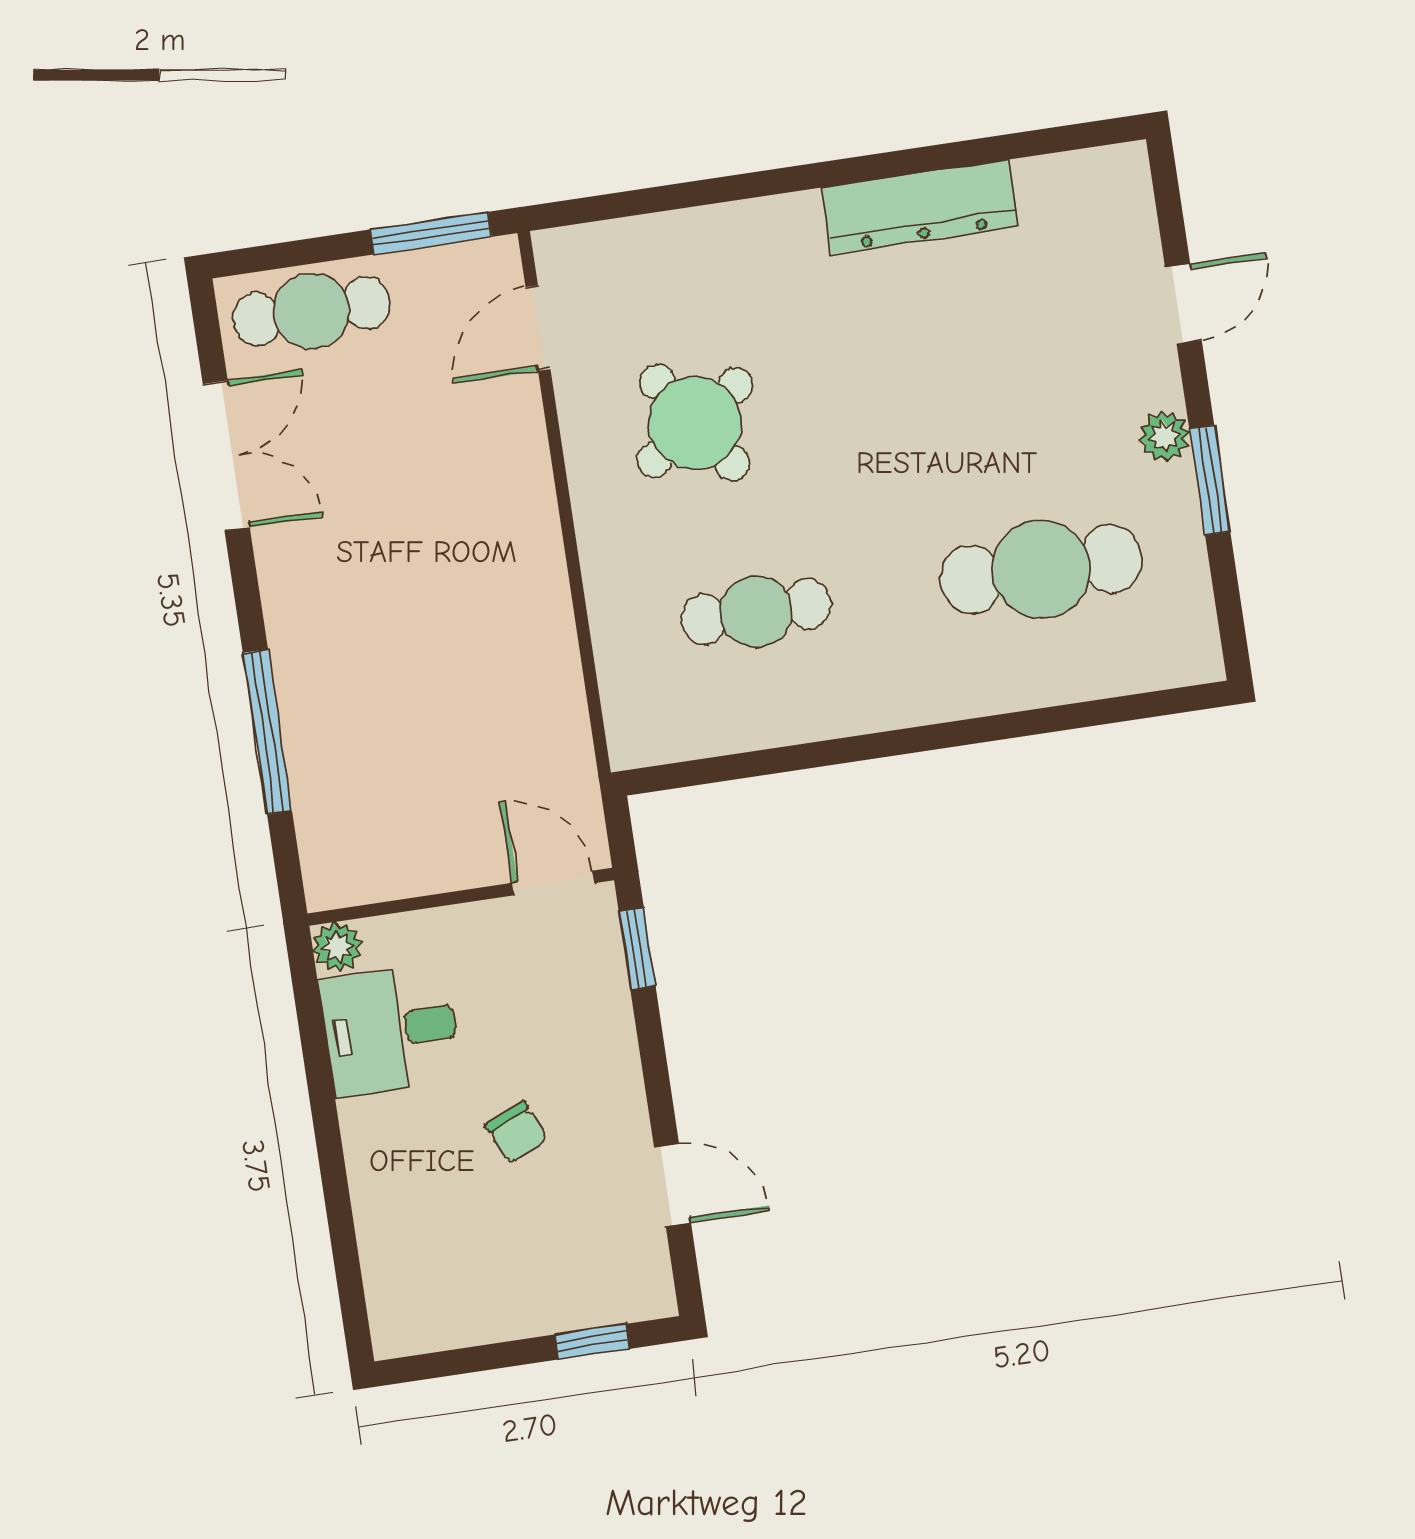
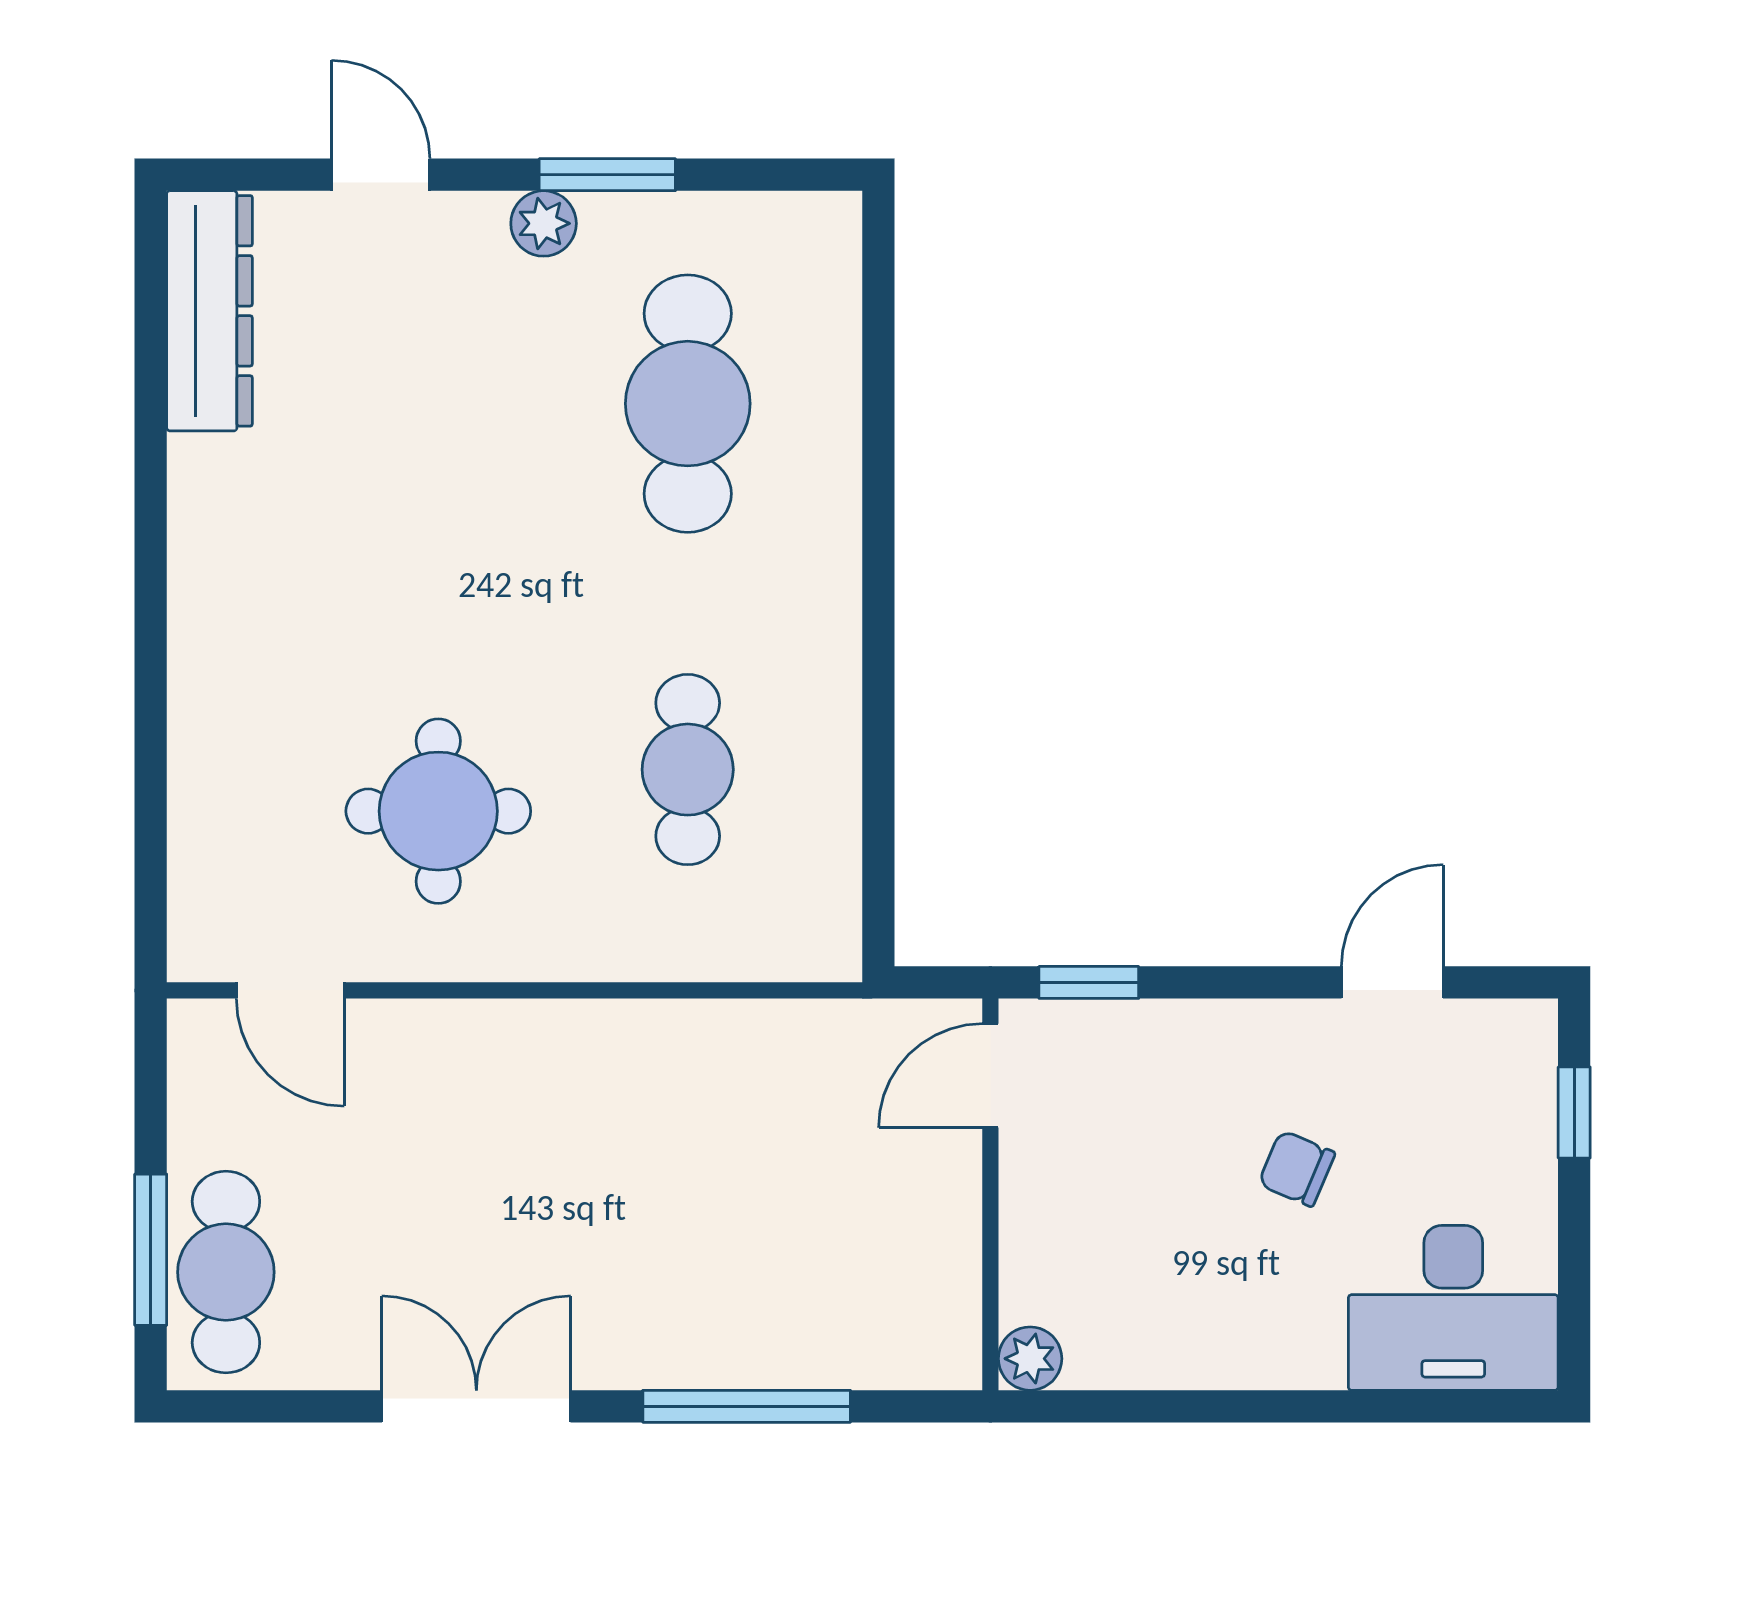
dresser: (920, 207) -> (210, 311), moved
window: (431, 233) -> (151, 1250), moved
round table: (695, 423) -> (438, 811), turned 34
double door: (226, 456) -> (476, 1406), moved
desk: (390, 1030) -> (1453, 1308), moved, width x1.37
chair: (516, 1132) -> (1297, 1168), turned -133

